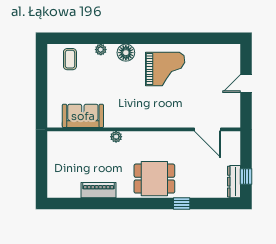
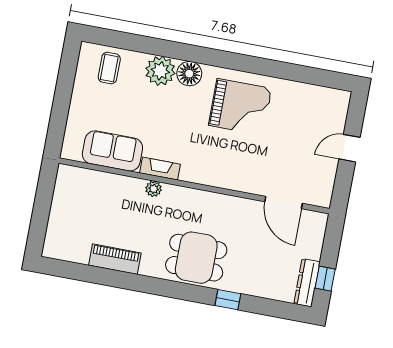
plant: (101, 50) -> (160, 71), width x1.87, depth x1.87
fireplace: (118, 122) -> (160, 169), added

